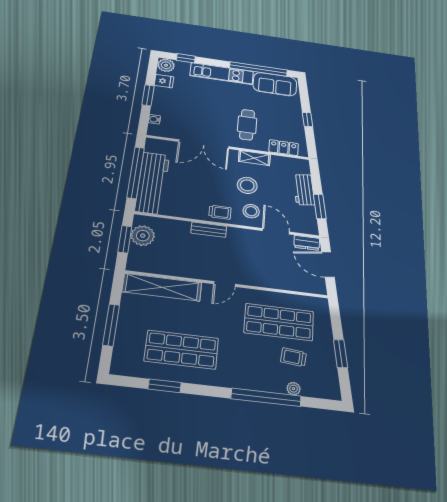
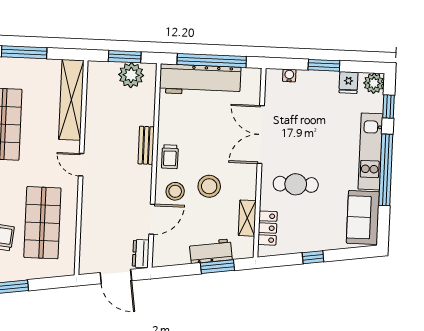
window: (258, 69) -> (386, 170), moved
shelving: (254, 158) -> (247, 218), moved
window: (320, 206) -> (217, 267), moved
door: (328, 265) -> (116, 277), swing flipped

